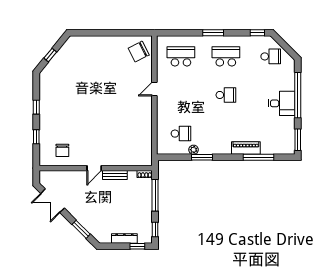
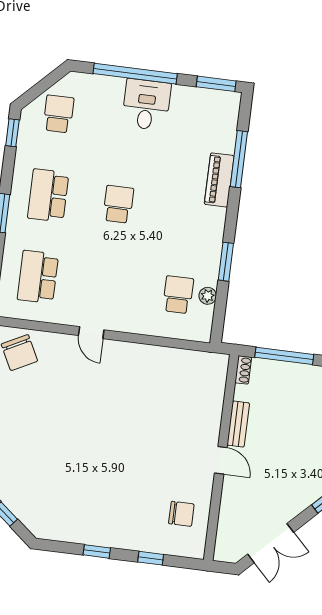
plant: (194, 150) -> (208, 296), moved

